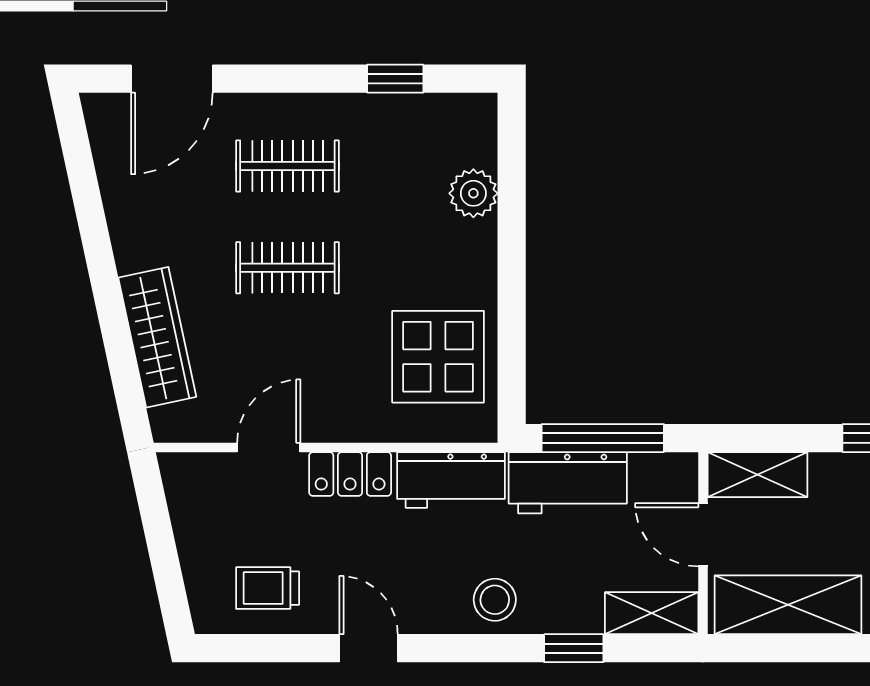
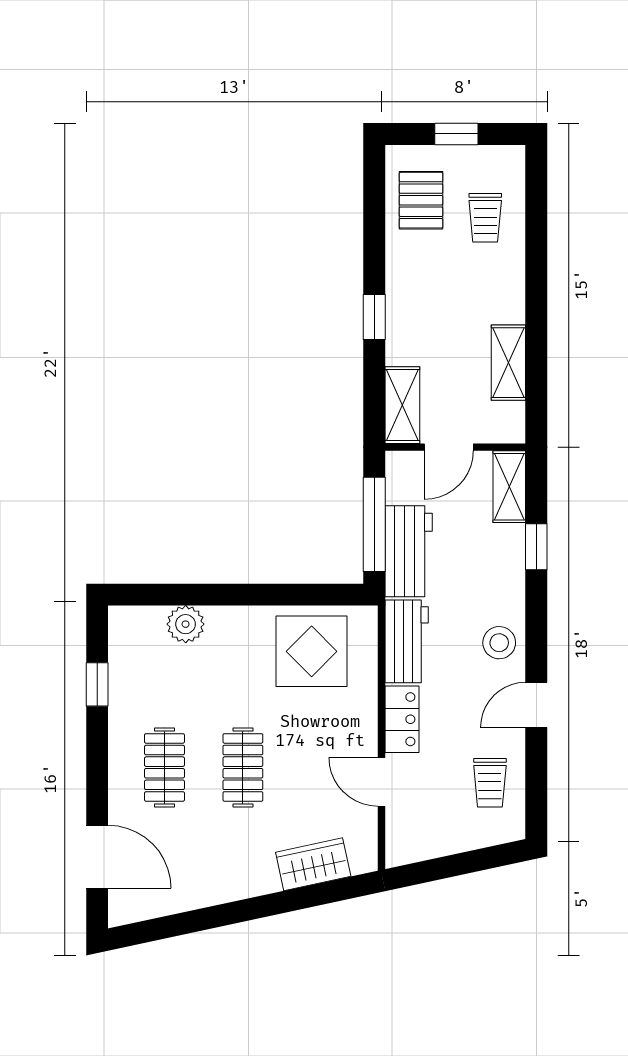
wardrobe: (157, 337) -> (313, 864), width x0.67
stool: (495, 600) -> (499, 643), moved
shelving: (788, 605) -> (508, 363), width x0.67, depth x0.75

